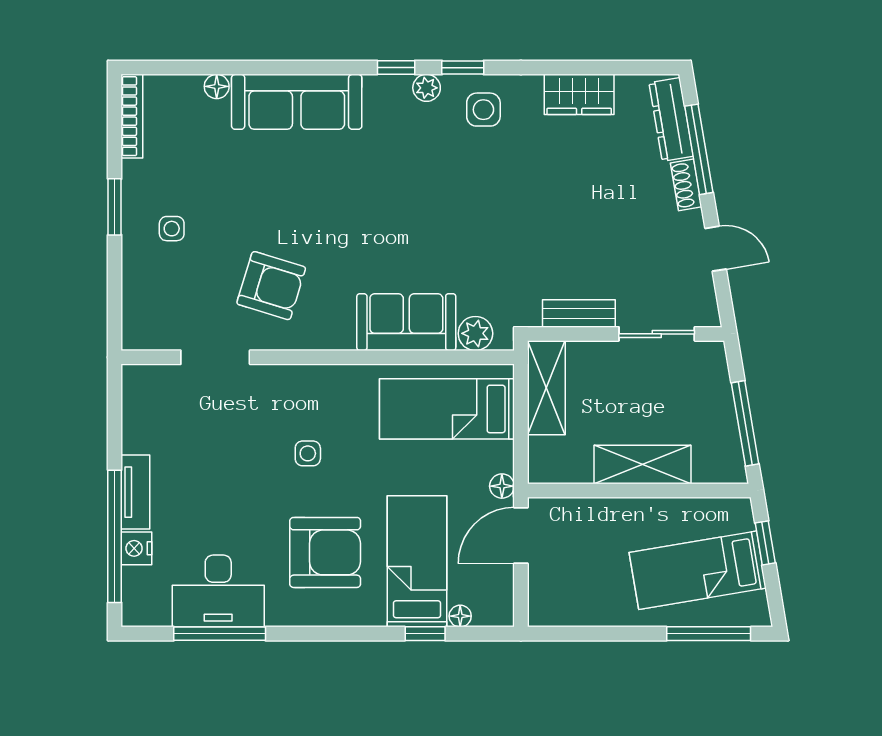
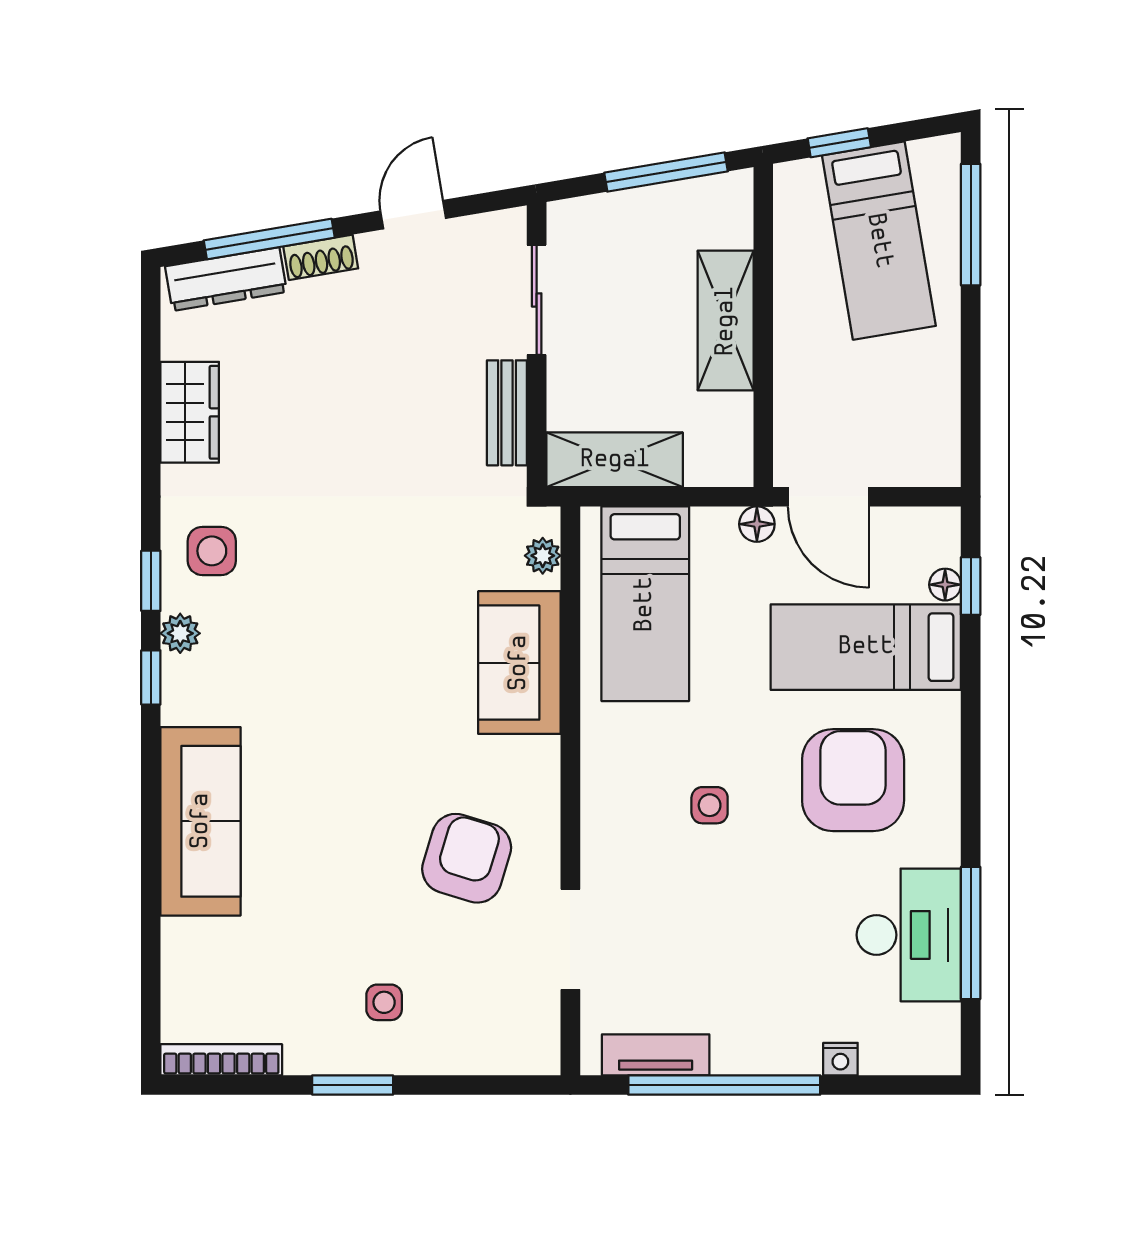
floor lamp: (217, 86) -> (178, 937), removed
plant: (475, 333) -> (543, 556), width x0.73, depth x0.73
tv unit: (135, 492) -> (656, 1055), moved
window: (115, 536) -> (724, 1085), moved
nightstand: (136, 548) -> (840, 1059), width x0.72, depth x0.74
window: (425, 634) -> (971, 586), moved

